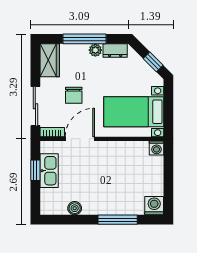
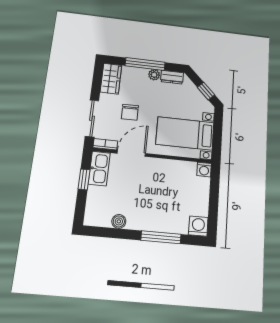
kitchen sink: (49, 171) -> (99, 169), moved

